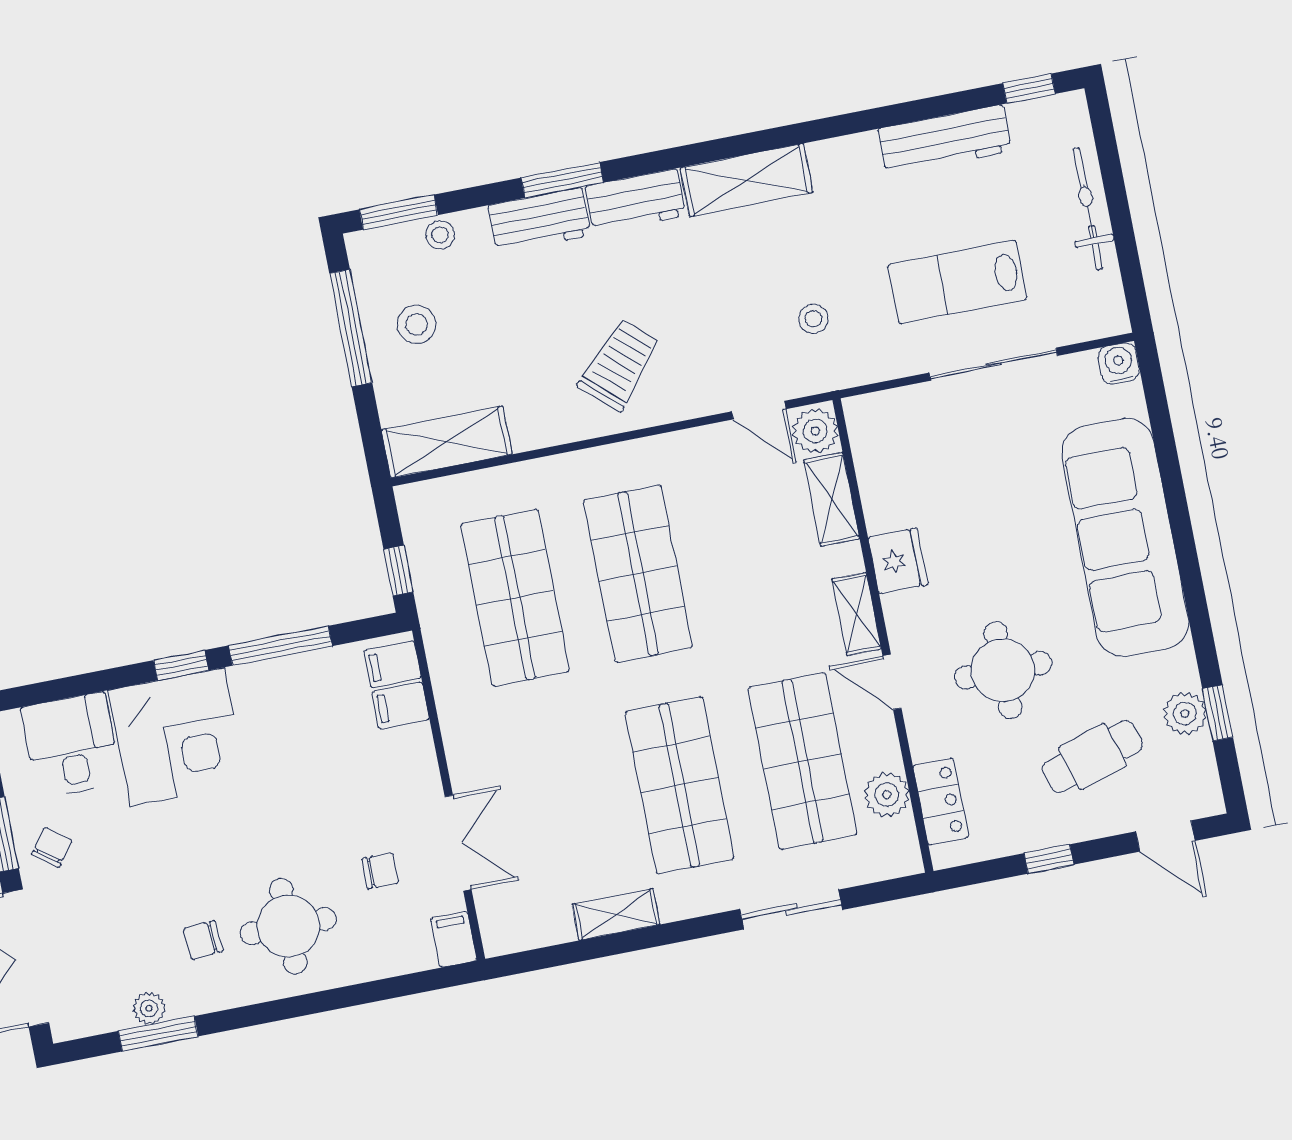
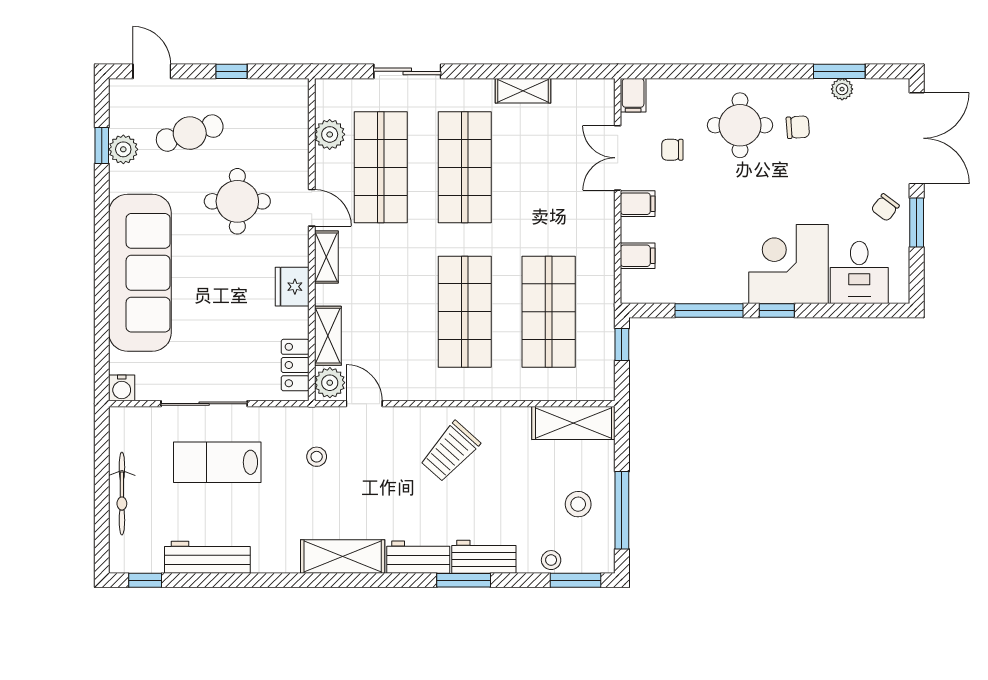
lab bench: (957, 282) -> (217, 462), turned 180
filing cabinet: (393, 664) -> (638, 204), moved
locker: (941, 801) -> (295, 365), moved

